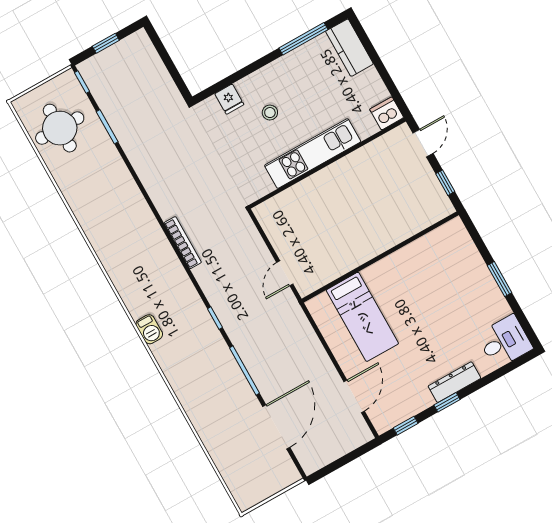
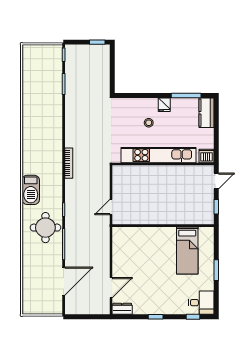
window: (106, 43) -> (97, 42), moved
fridge: (229, 99) -> (164, 105), moved
round table: (60, 128) -> (45, 228), moved
kitchen unit: (313, 154) -> (158, 155), width x1.36
bed: (362, 317) -> (187, 250), moved
barbecue: (149, 329) -> (31, 190), width x1.88, depth x1.53
dresser: (454, 382) -> (122, 309), moved, width x0.70
window: (406, 426) -> (193, 317), moved

